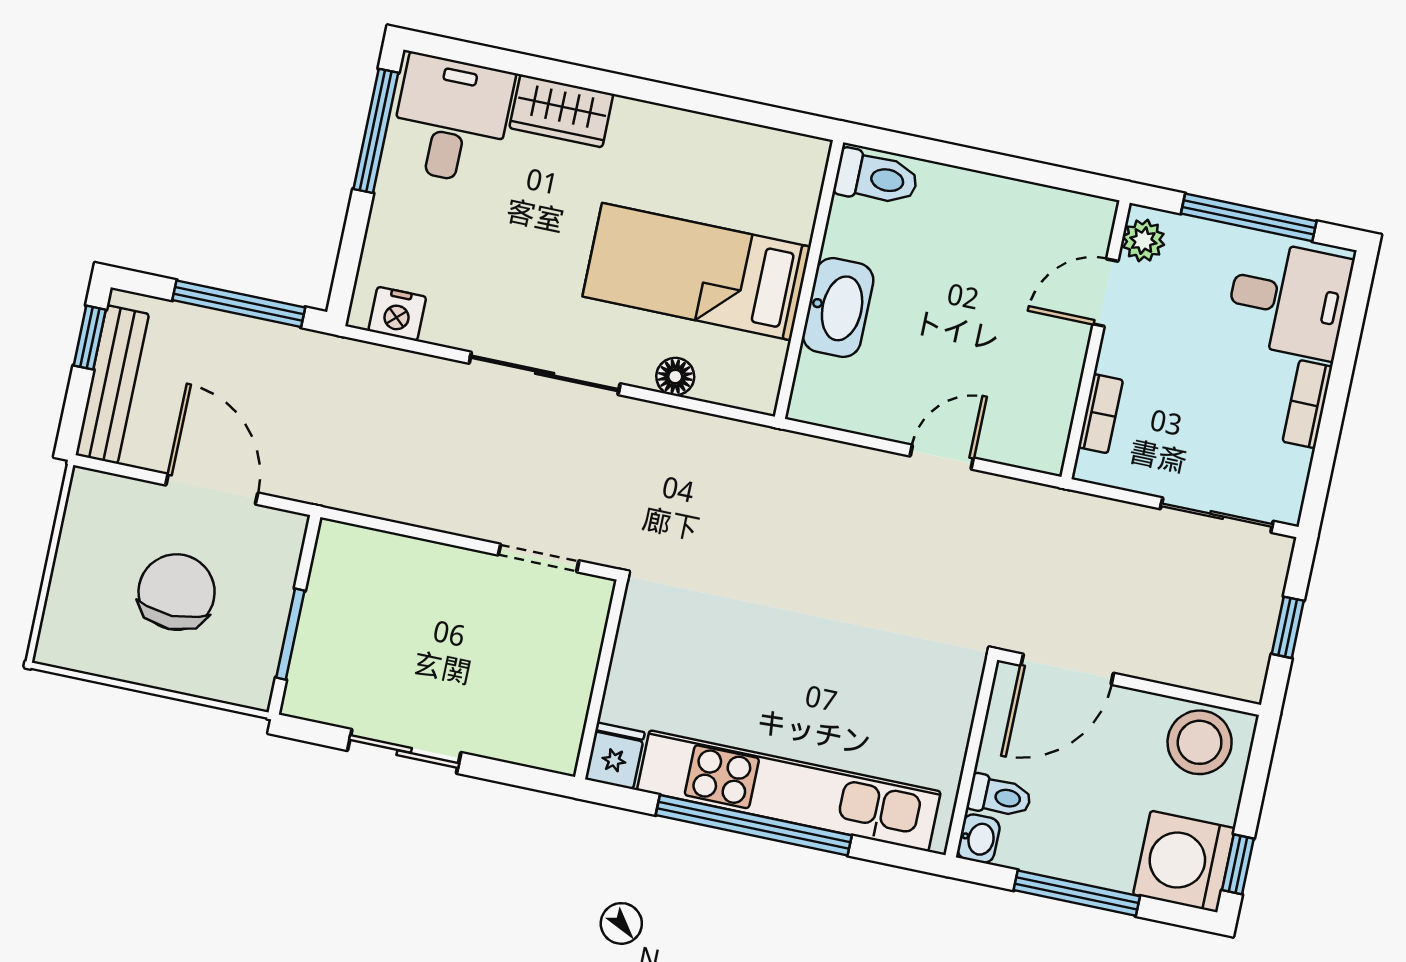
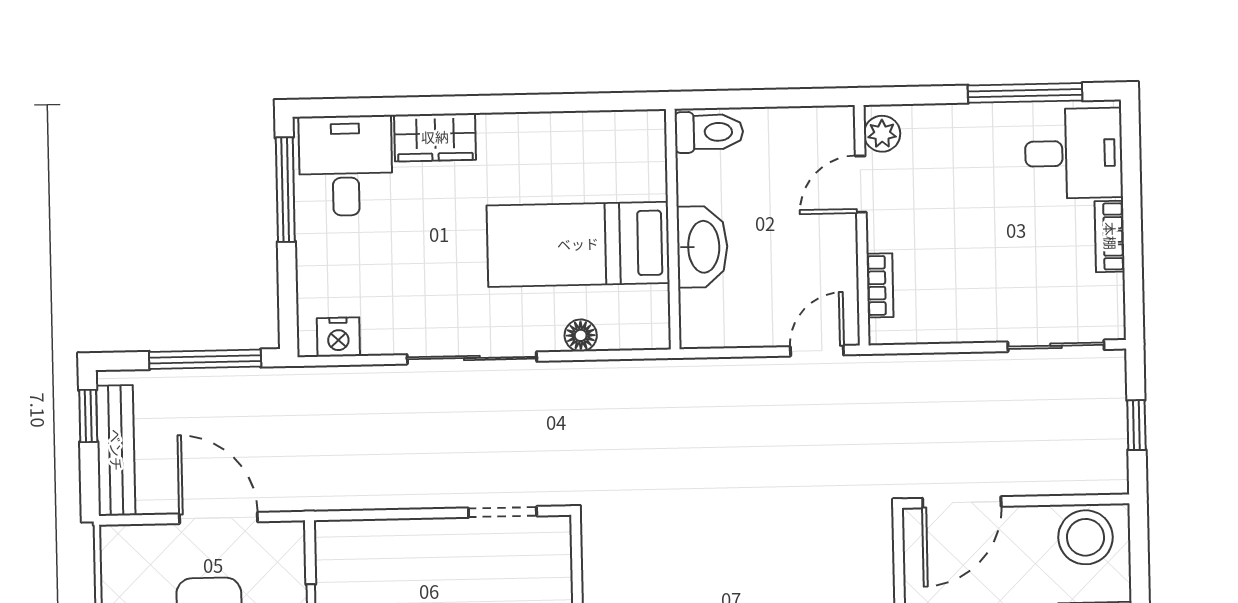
plant: (1143, 241) -> (882, 134), moved
door: (1105, 293) -> (861, 184), moved
wall: (1096, 340) -> (862, 225), moved
bookcase: (1101, 414) -> (880, 285), moved

